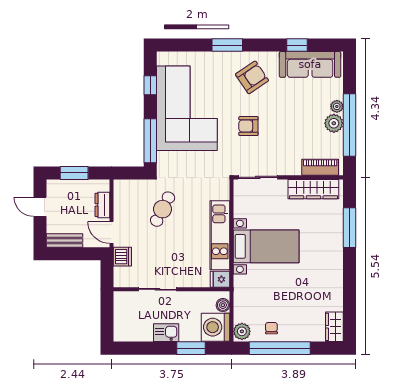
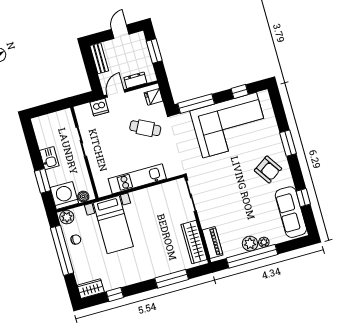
armchair: (248, 126) -> (229, 177), removed
bed with nightstands: (266, 246) -> (113, 225), moved
fridge: (220, 279) -> (154, 97), moved, turned -90
window: (349, 300) -> (115, 295), added

